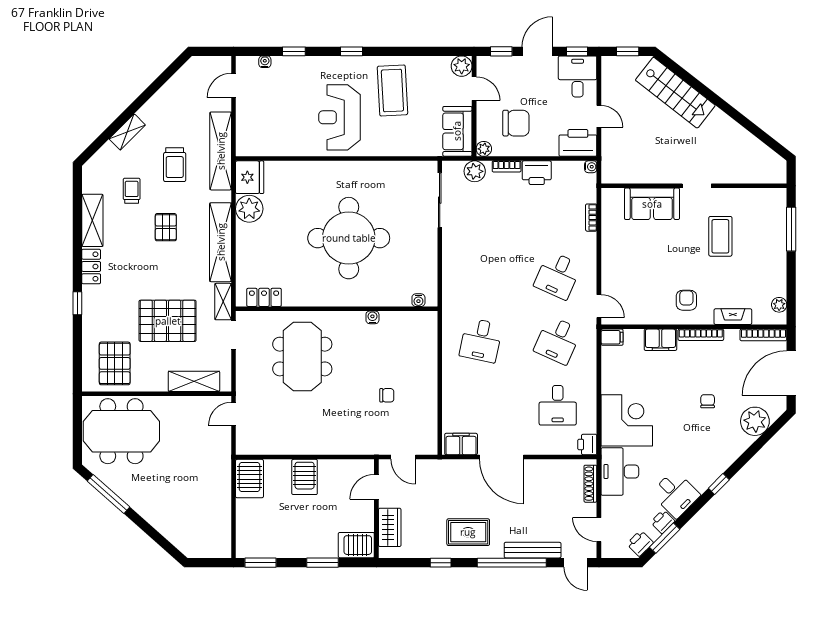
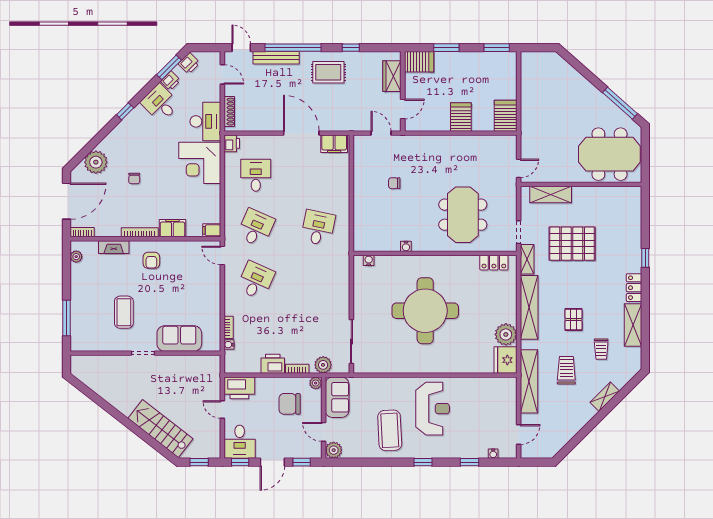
water cooler: (591, 167) -> (229, 345), moved
bookcase: (763, 335) -> (82, 232), width x0.64
pallet: (115, 363) -> (615, 209), removed

